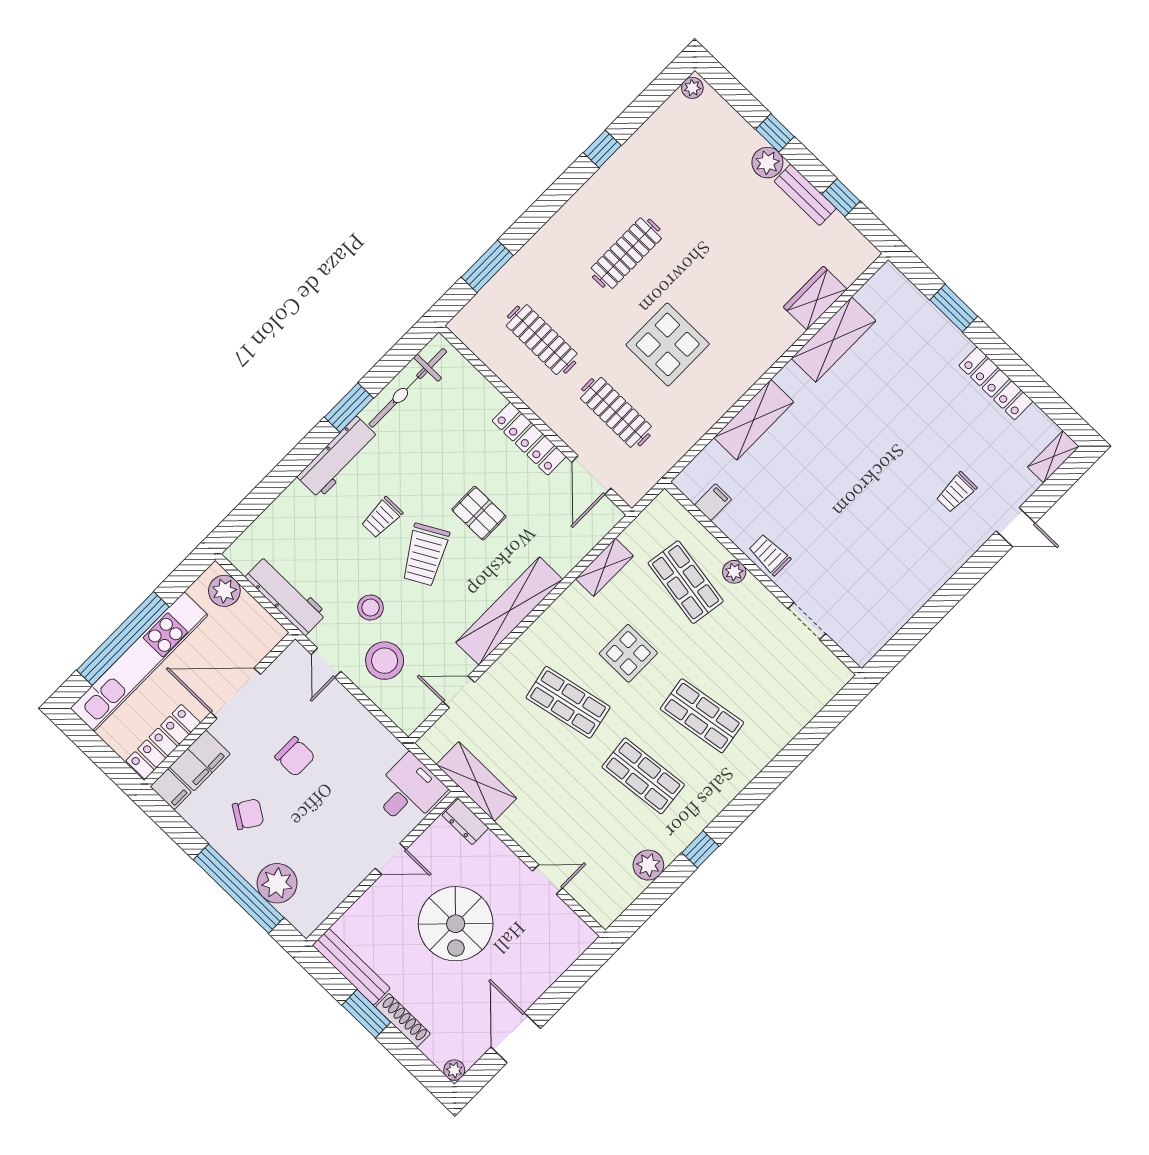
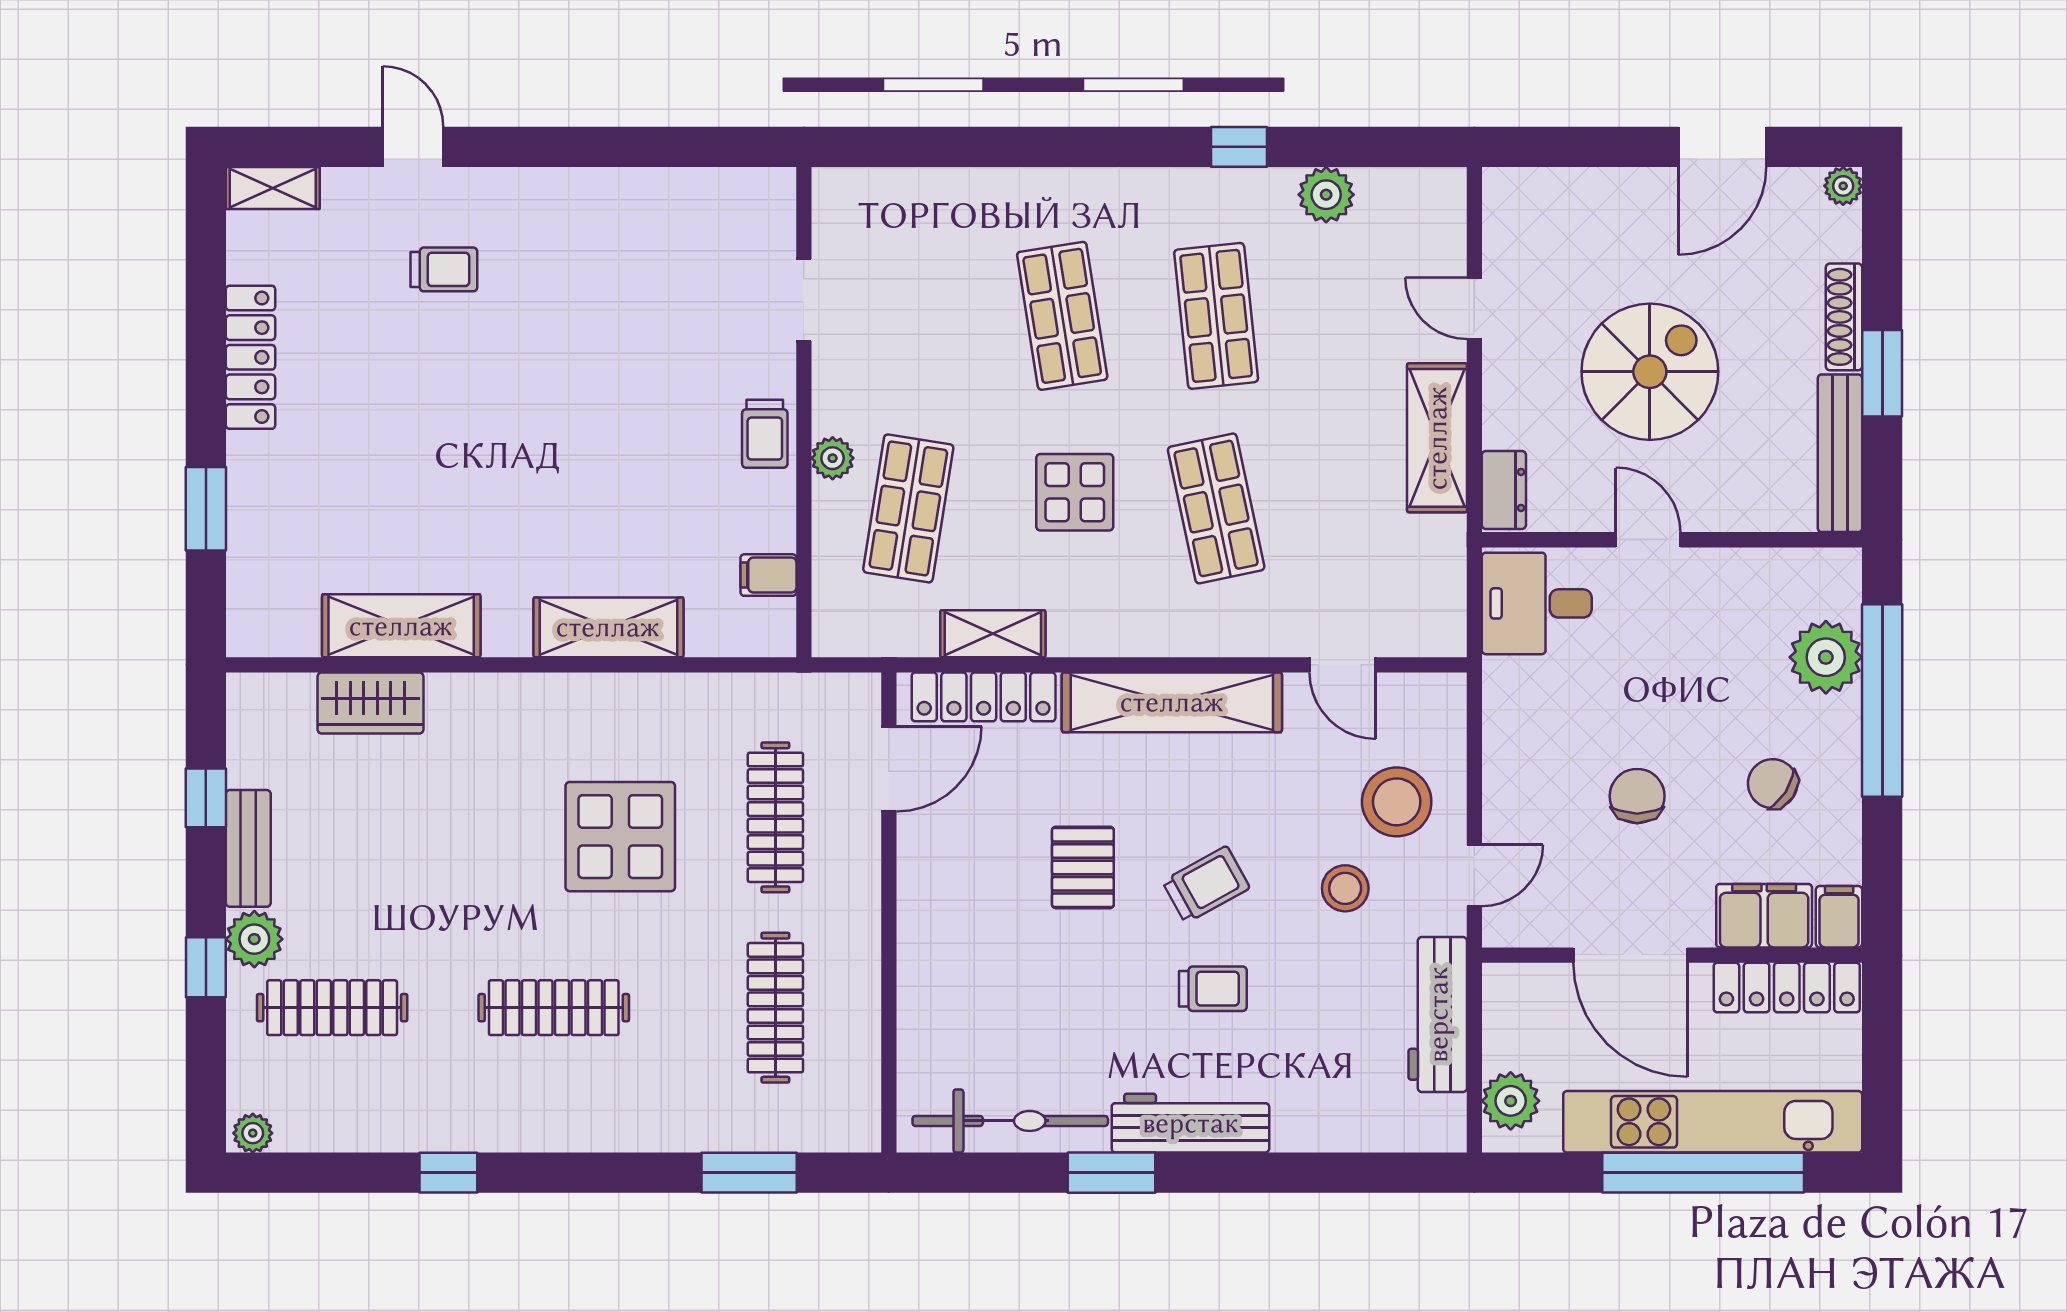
clothes rail: (711, 167) -> (332, 1008), added
locker: (529, 439) -> (984, 697), moved, turned 90
trolley: (425, 555) -> (1206, 885), width x0.73, depth x0.72
shelving: (476, 781) -> (1437, 438), moved

